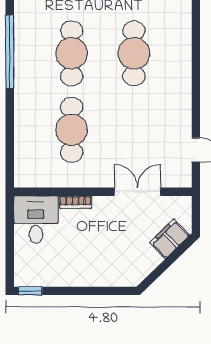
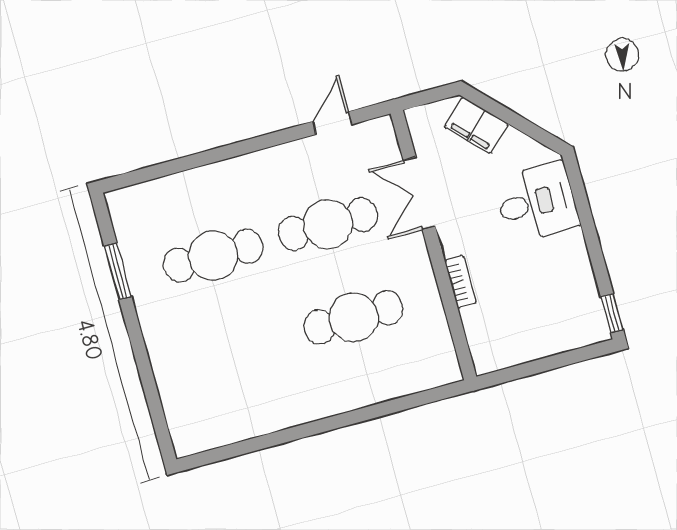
window: (10, 52) -> (262, 442), removed
cafe table: (72, 53) -> (328, 224), moved
desk: (36, 220) -> (537, 202), moved, turned 180

